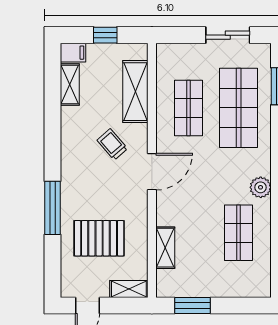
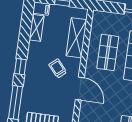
window: (52, 150) -> (20, 67), added
door: (152, 172) -> (80, 89), hinge flipped

